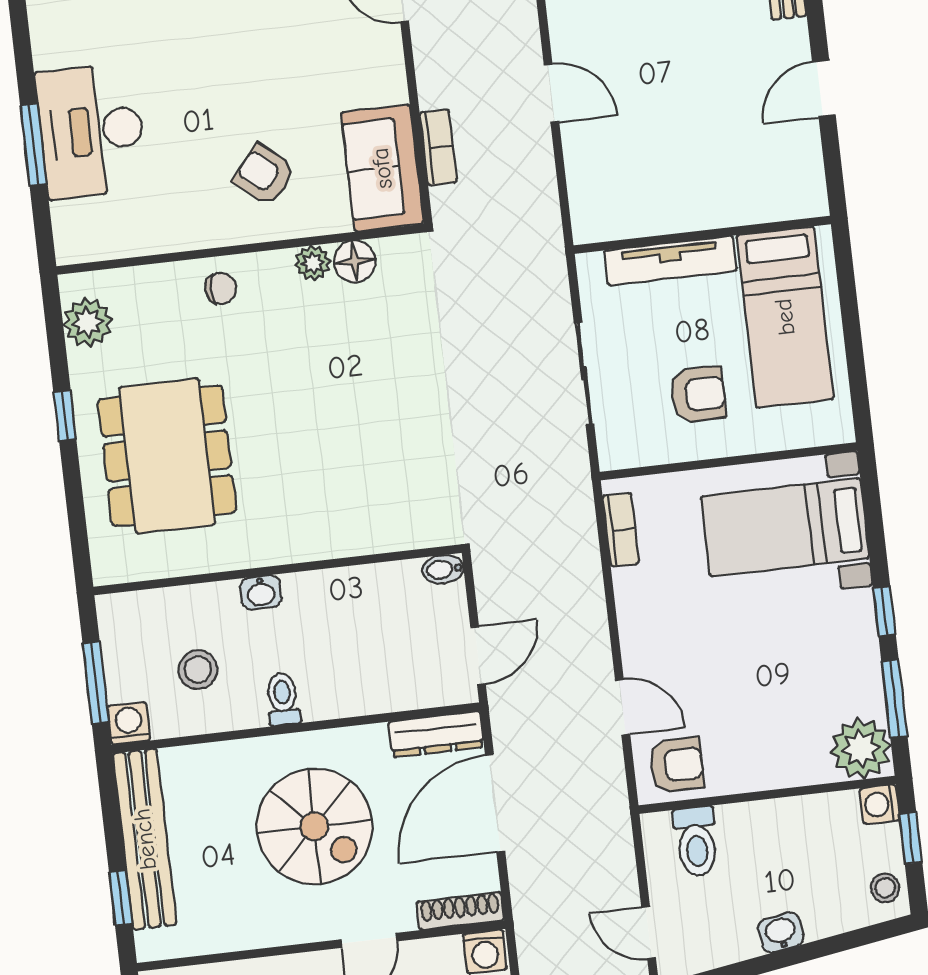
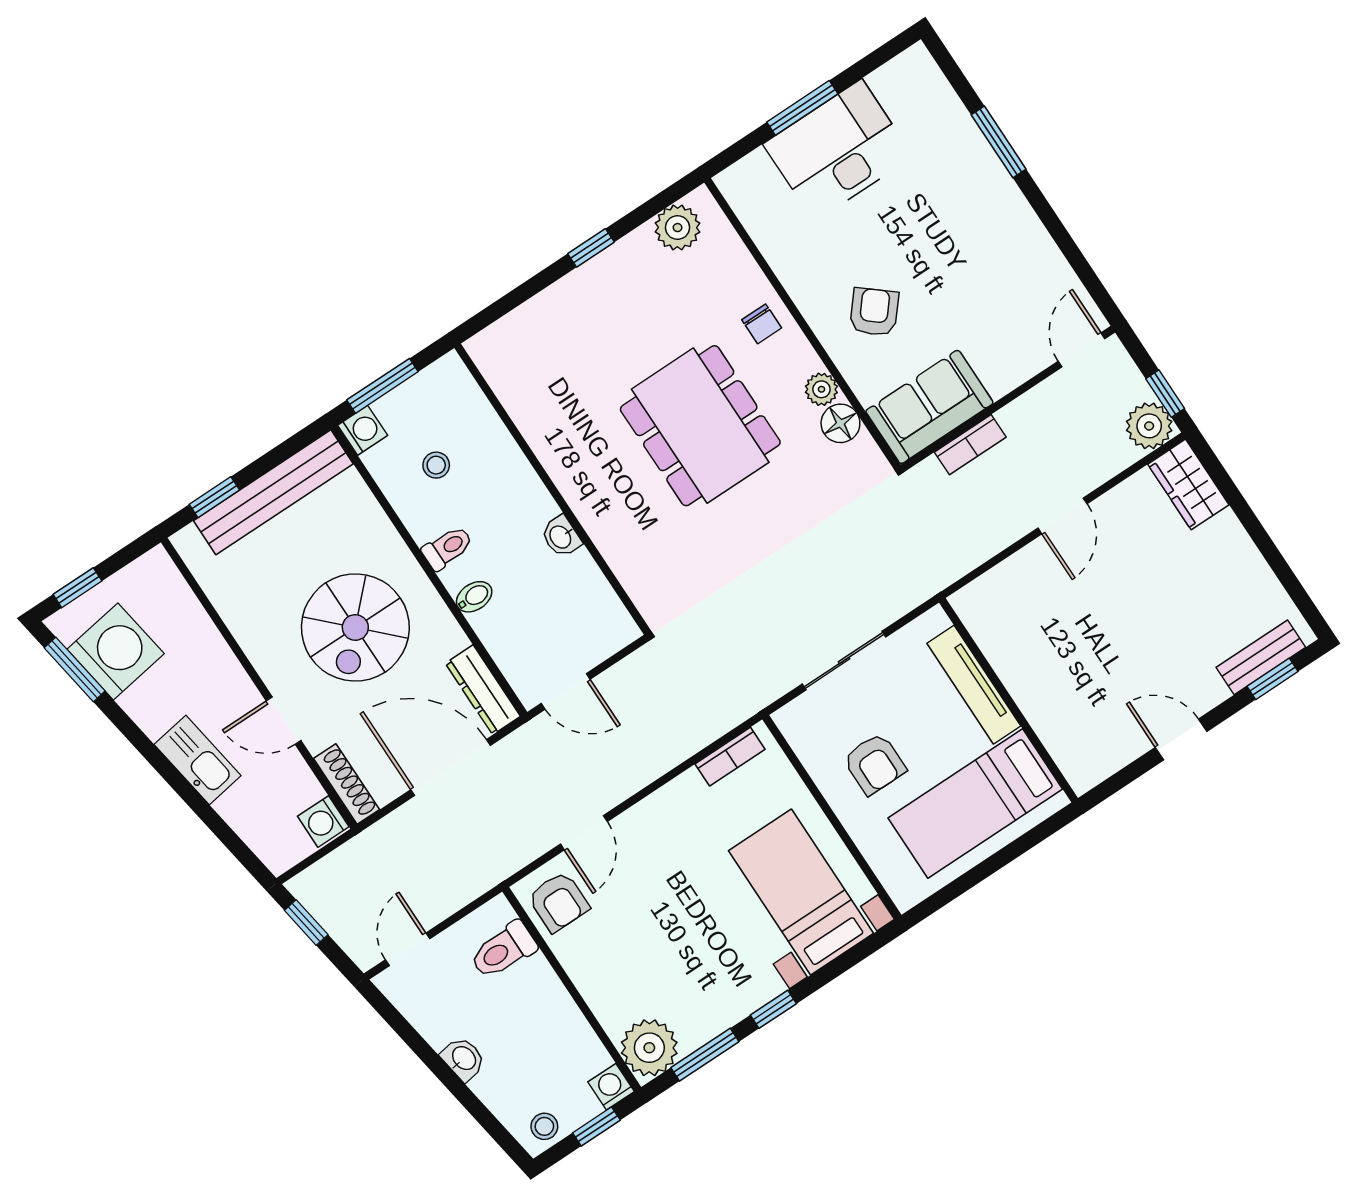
dining table: (167, 456) -> (700, 426), moved, turned 90
bidet: (443, 569) -> (474, 597), moved, turned 90
washbasin: (261, 592) -> (561, 537), moved
stool: (198, 670) -> (436, 465), width x0.73, depth x0.73

